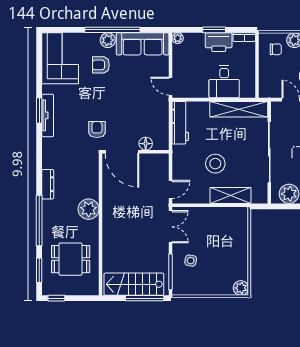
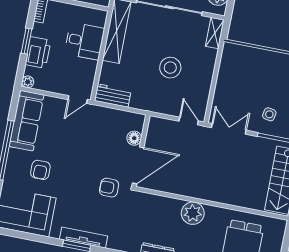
plant: (108, 40) -> (15, 157), removed
printer: (219, 42) -> (38, 52), moved
workbench: (180, 123) -> (113, 95), width x0.73
shelving: (230, 195) -> (215, 33), moved, width x0.67, depth x0.75

